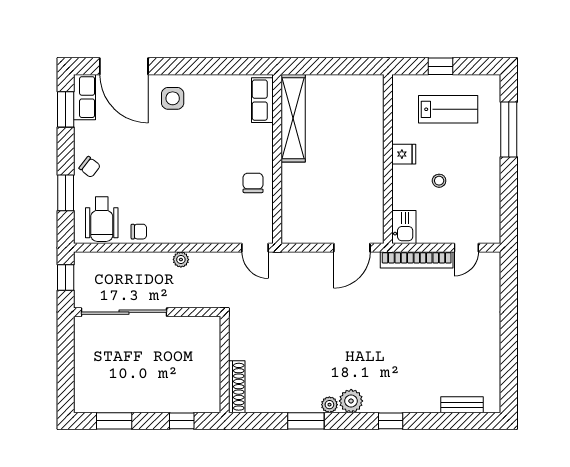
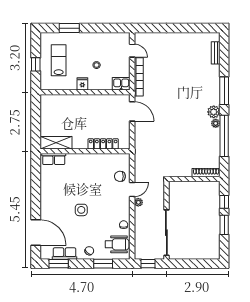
door: (124, 66) -> (36, 233), hinge flipped
row of seats: (84, 97) -> (65, 254), moved
side table: (173, 98) -> (81, 210), moved
shelving: (293, 118) -> (56, 143), width x0.68
window: (509, 129) -> (69, 28), width x0.69
chair: (253, 183) -> (120, 176), moved
locker: (291, 193) -> (103, 144), added
door: (255, 248) -> (132, 190), moved
window: (114, 421) -> (224, 225), moved
window: (306, 421) -> (224, 136), width x2.11
window: (391, 421) -> (224, 91), width x2.17

